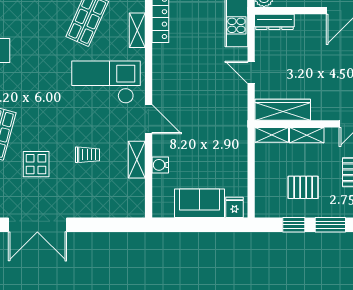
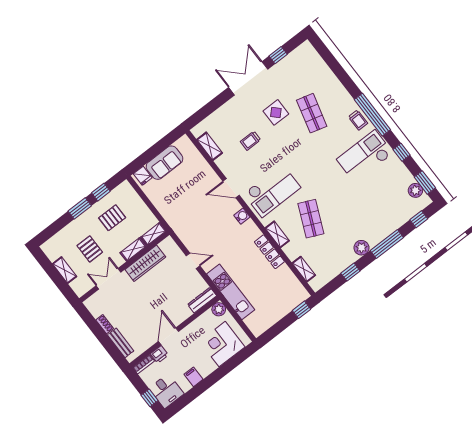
wardrobe: (283, 110) -> (145, 263), moved
shelving: (137, 160) -> (210, 146), moved
water cooler: (160, 165) -> (242, 216), moved

